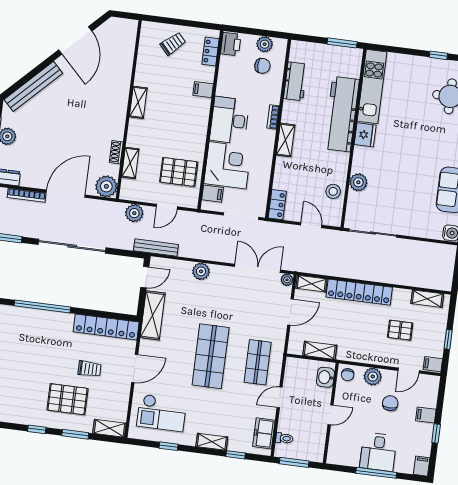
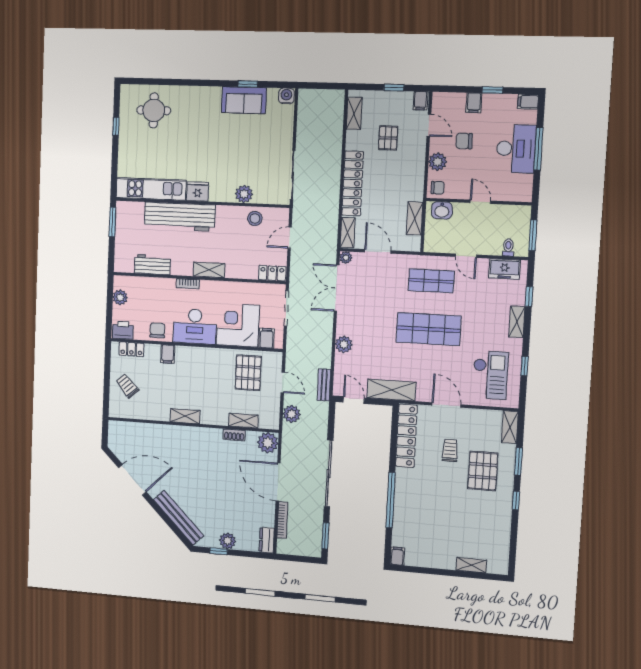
chair: (262, 66) -> (157, 330), moved
bench: (156, 248) -> (324, 385), width x0.73
desk: (378, 452) -> (516, 149), width x1.37

